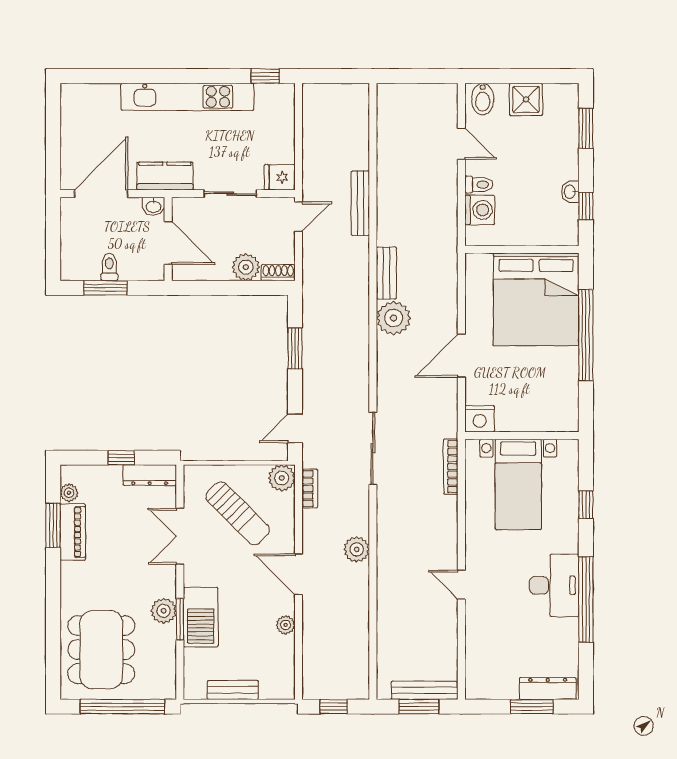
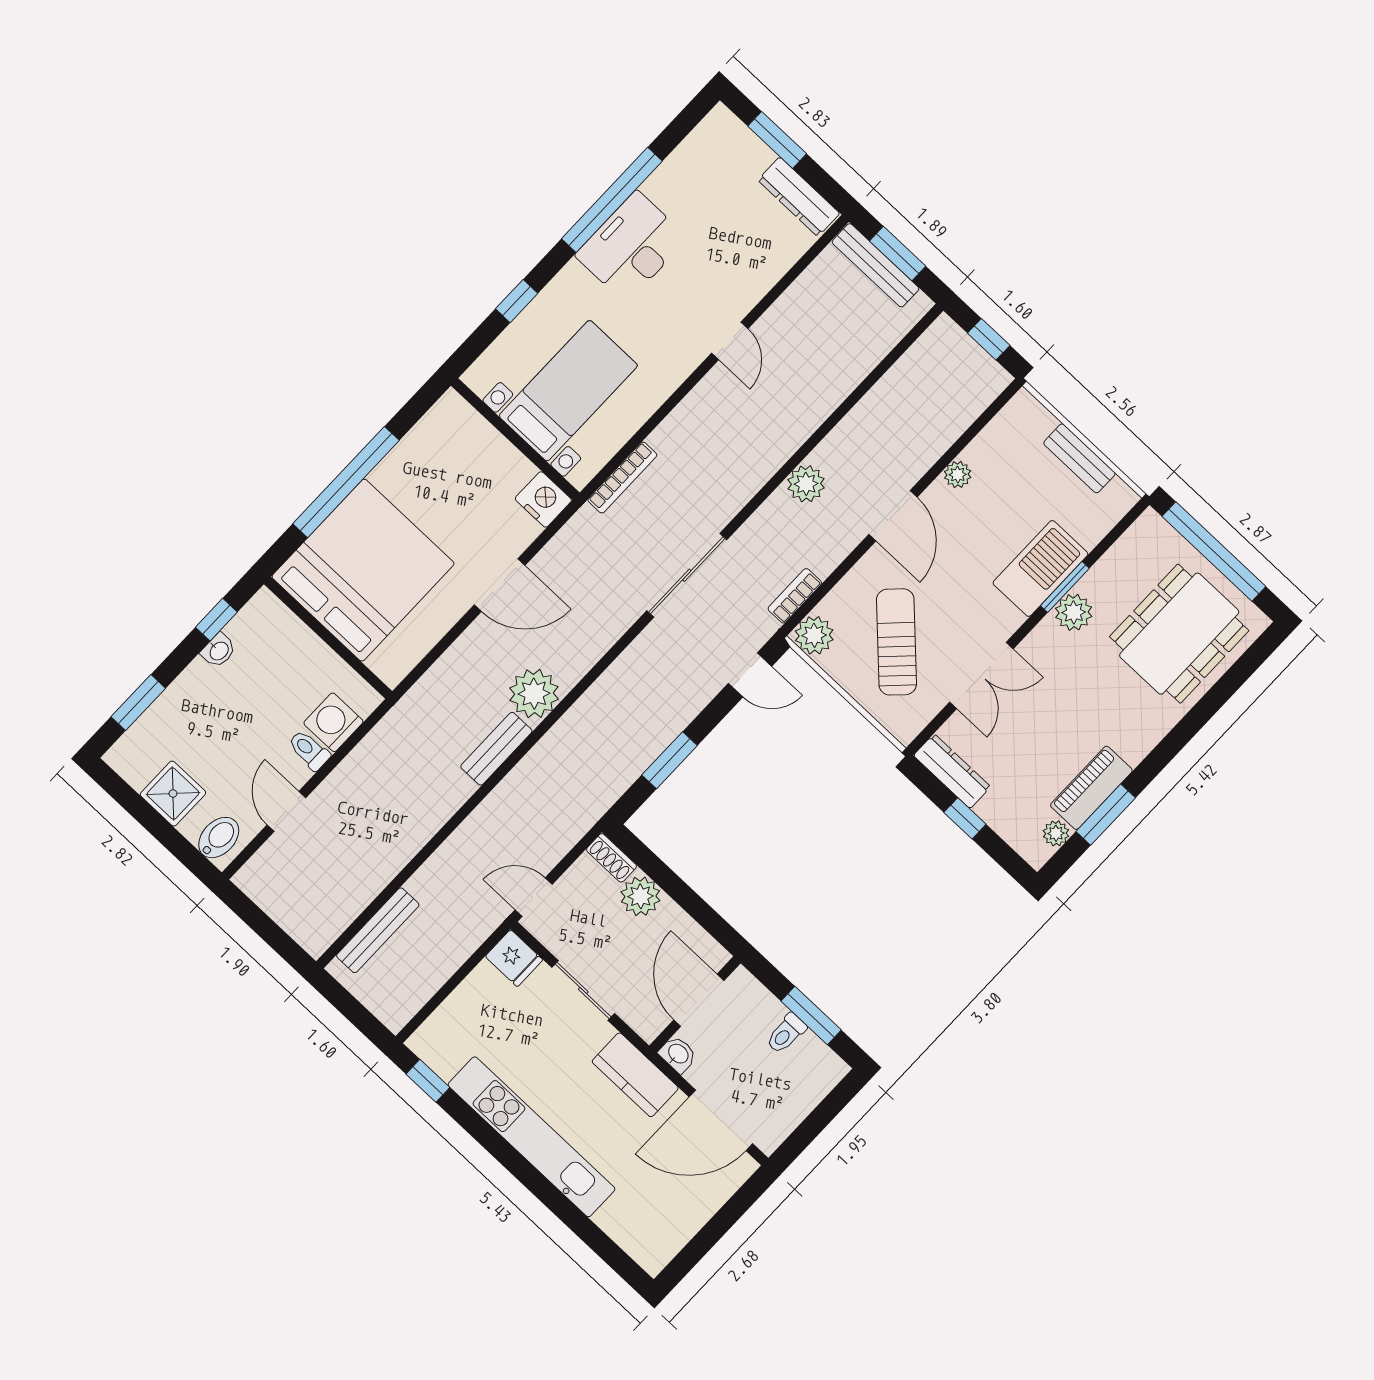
bench: (360, 203) -> (378, 930), moved
dresser: (548, 689) -> (799, 197), moved

